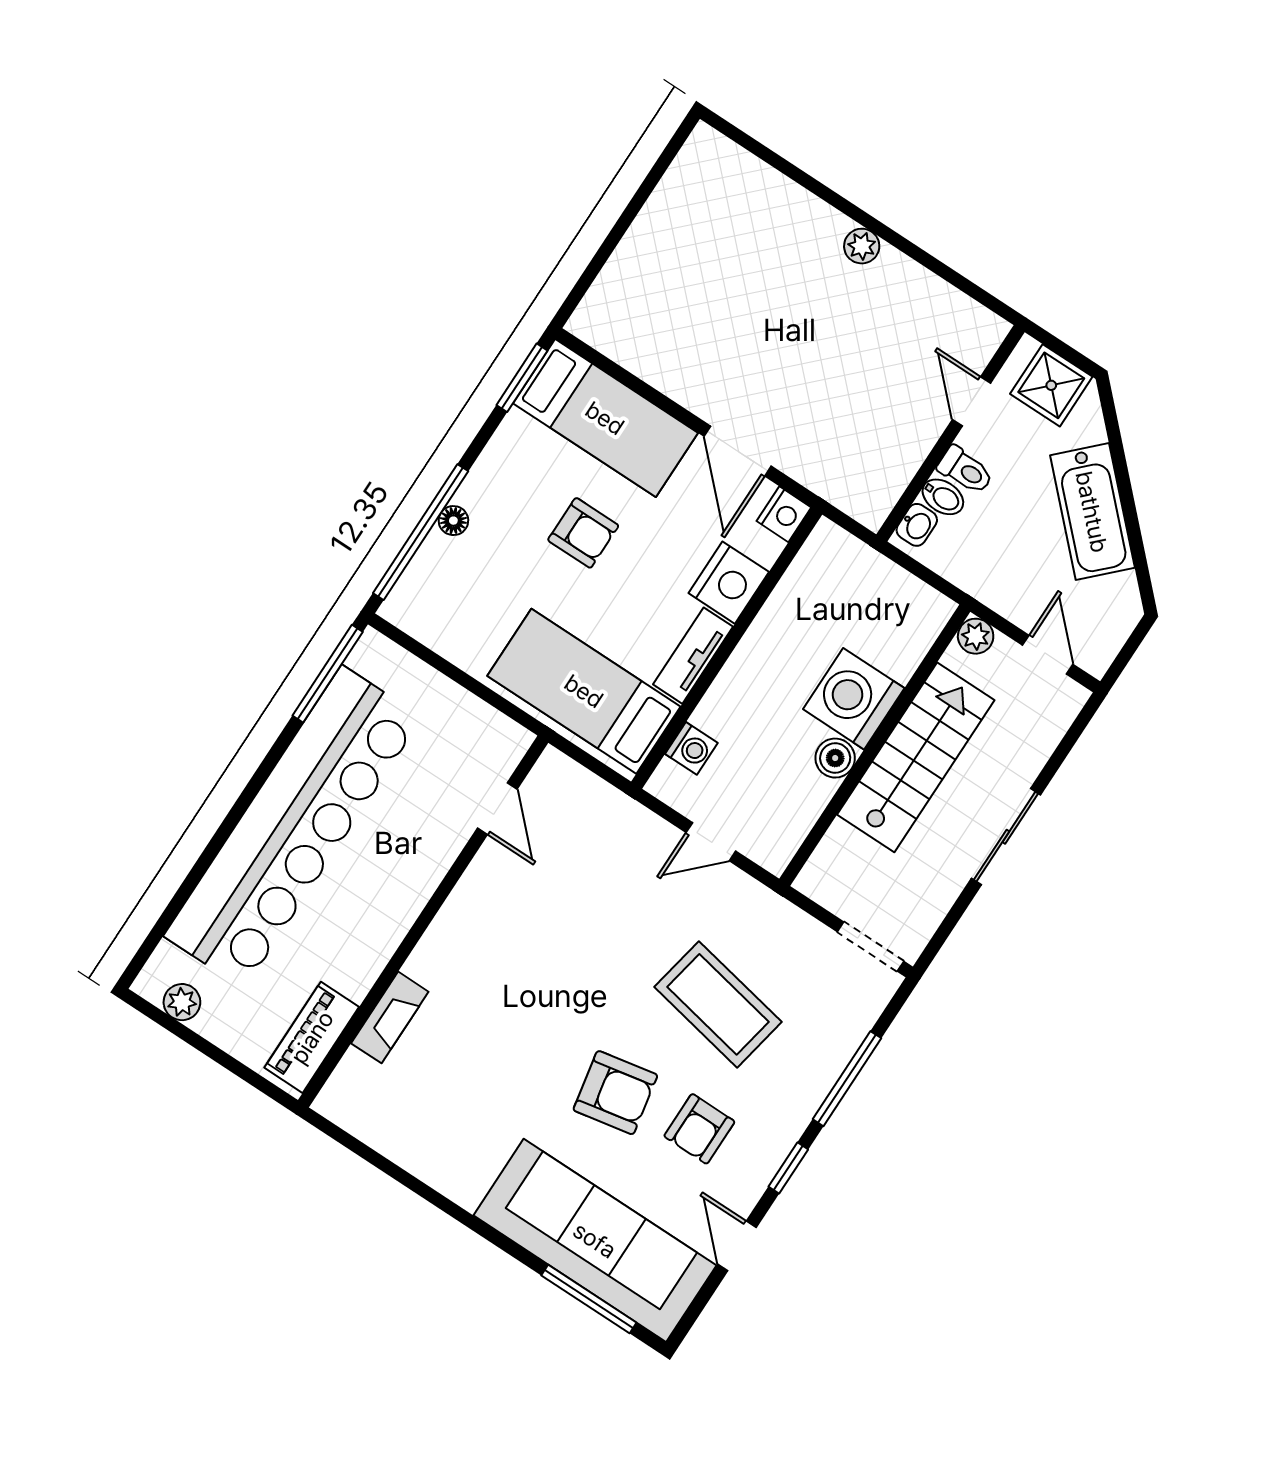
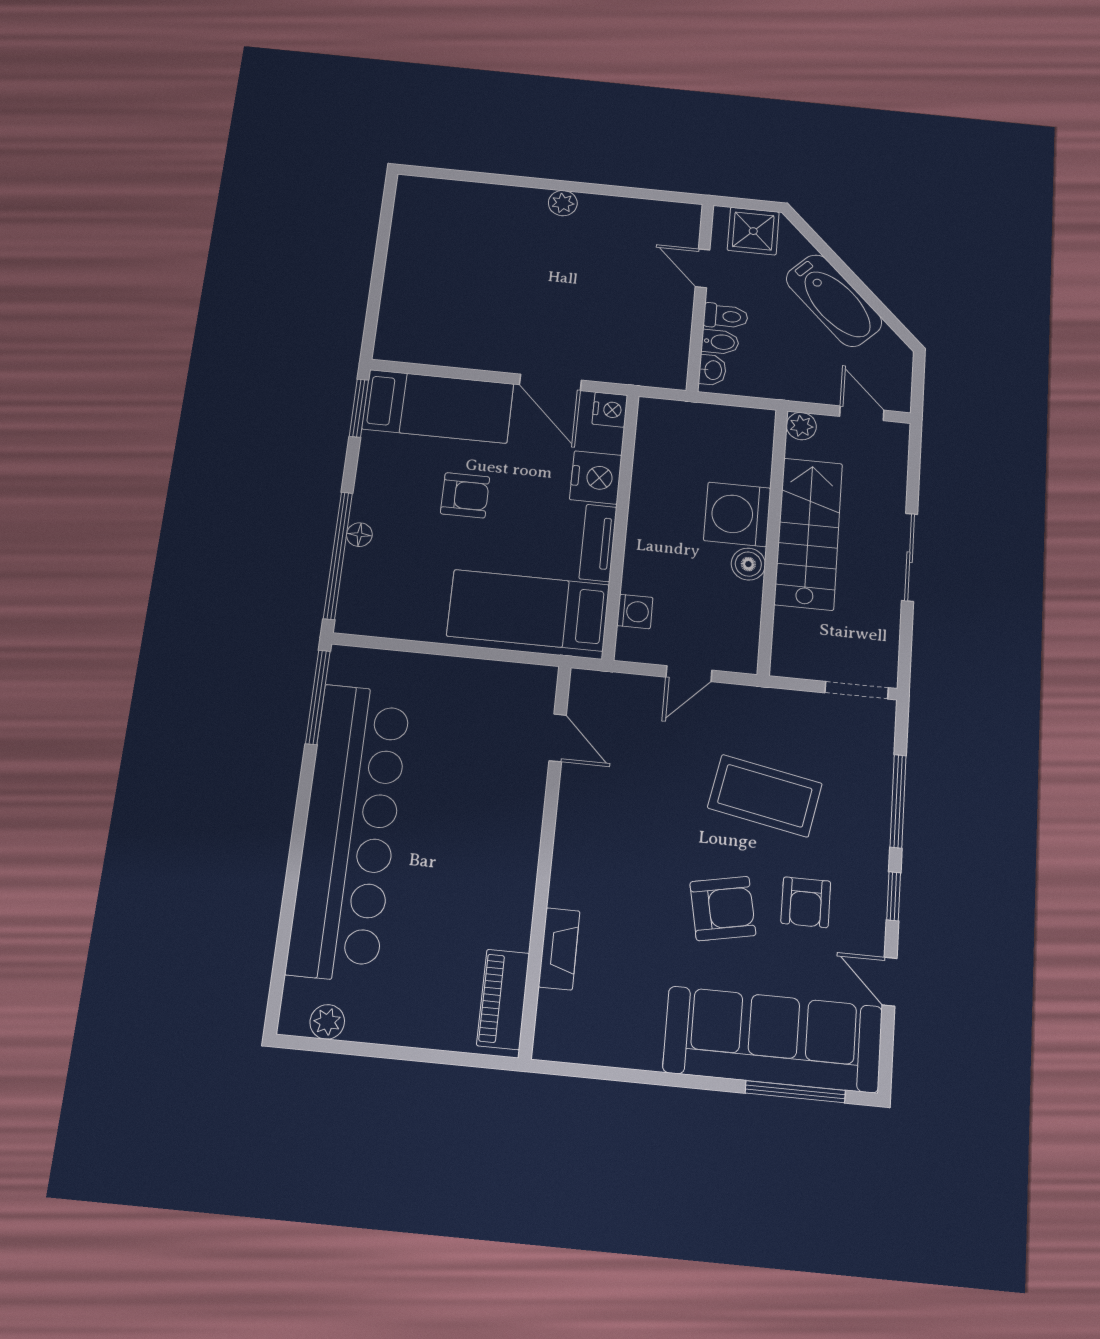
door: (497, 809) -> (558, 738), moved
wall: (423, 921) -> (545, 857), moved
fireplace: (390, 1017) -> (559, 949), moved
piano: (312, 1037) -> (503, 999), moved

